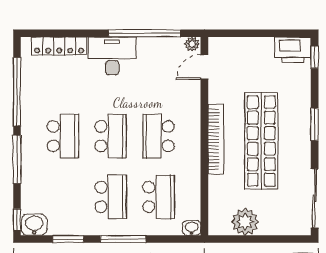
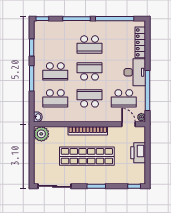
printer: (293, 50) -> (138, 153), moved
school desk: (159, 75) -> (124, 98), added
school desk: (111, 136) -> (90, 71), turned 180
plant: (245, 222) -> (41, 134), moved
washbasin: (34, 225) -> (40, 28), removed

